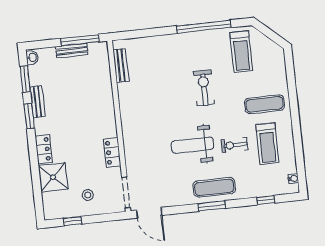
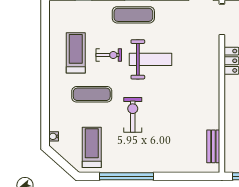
exercise bike: (204, 88) -> (133, 115), turned 180
exercise mat: (264, 104) -> (92, 94), moved
water cooler: (293, 179) -> (54, 136), moved

